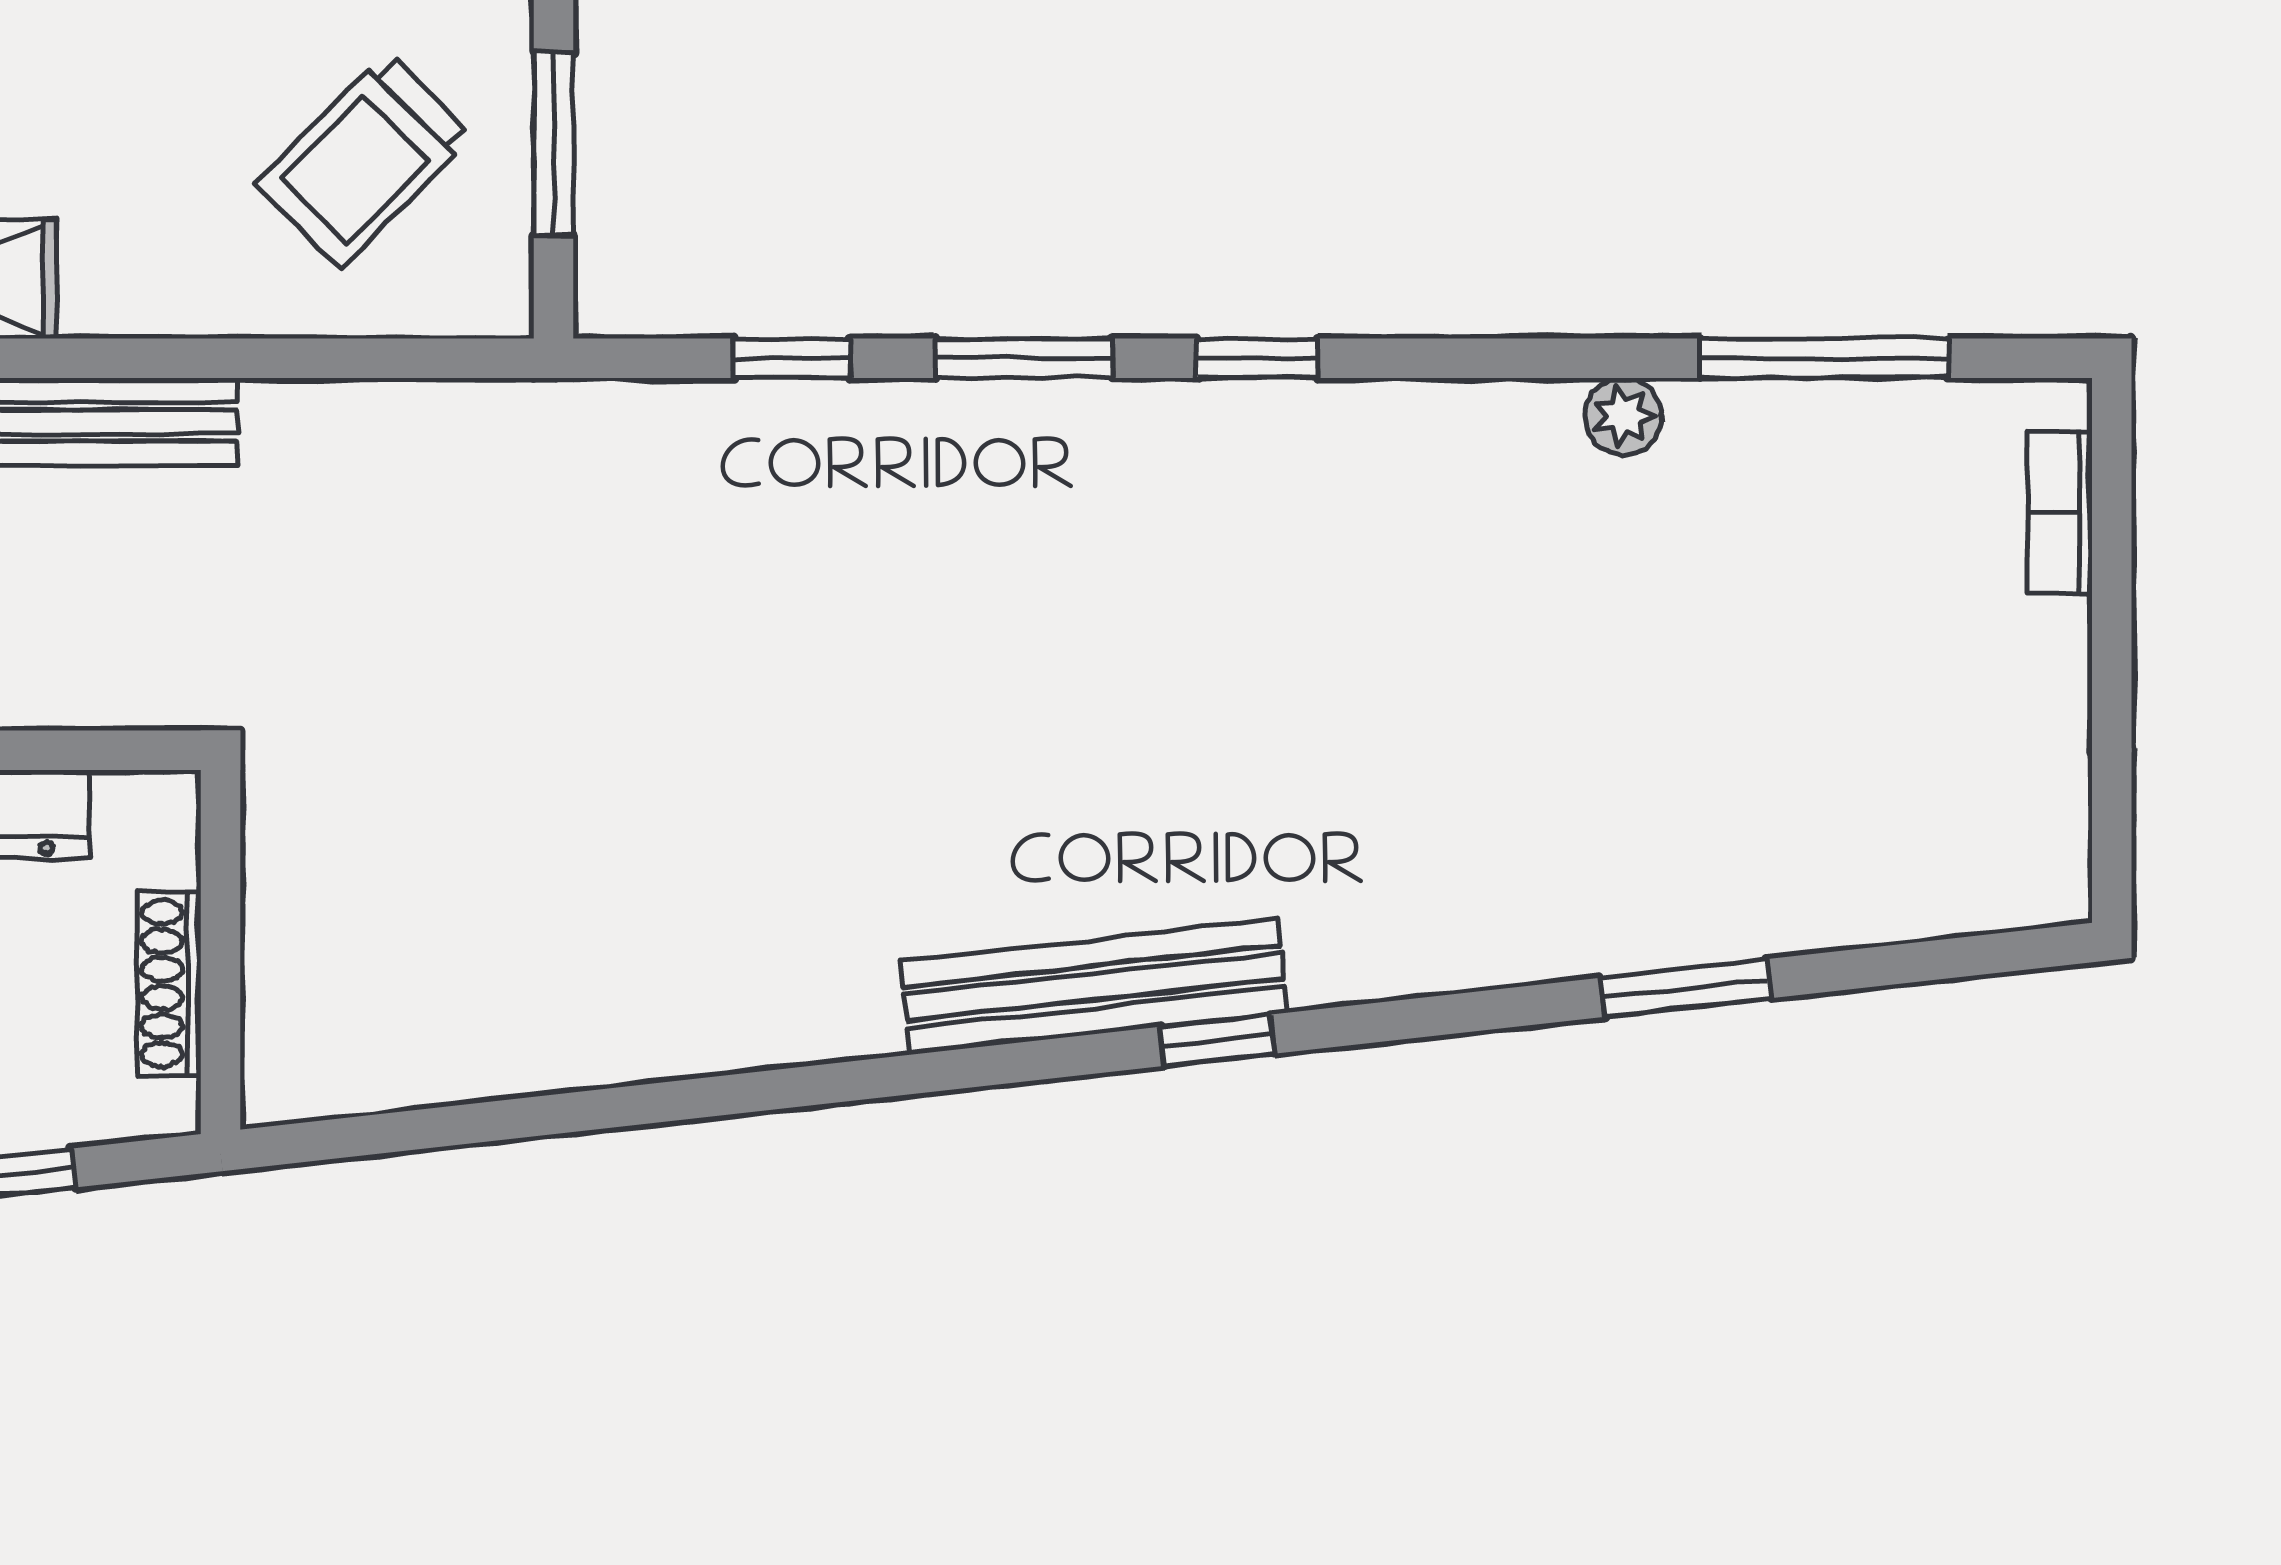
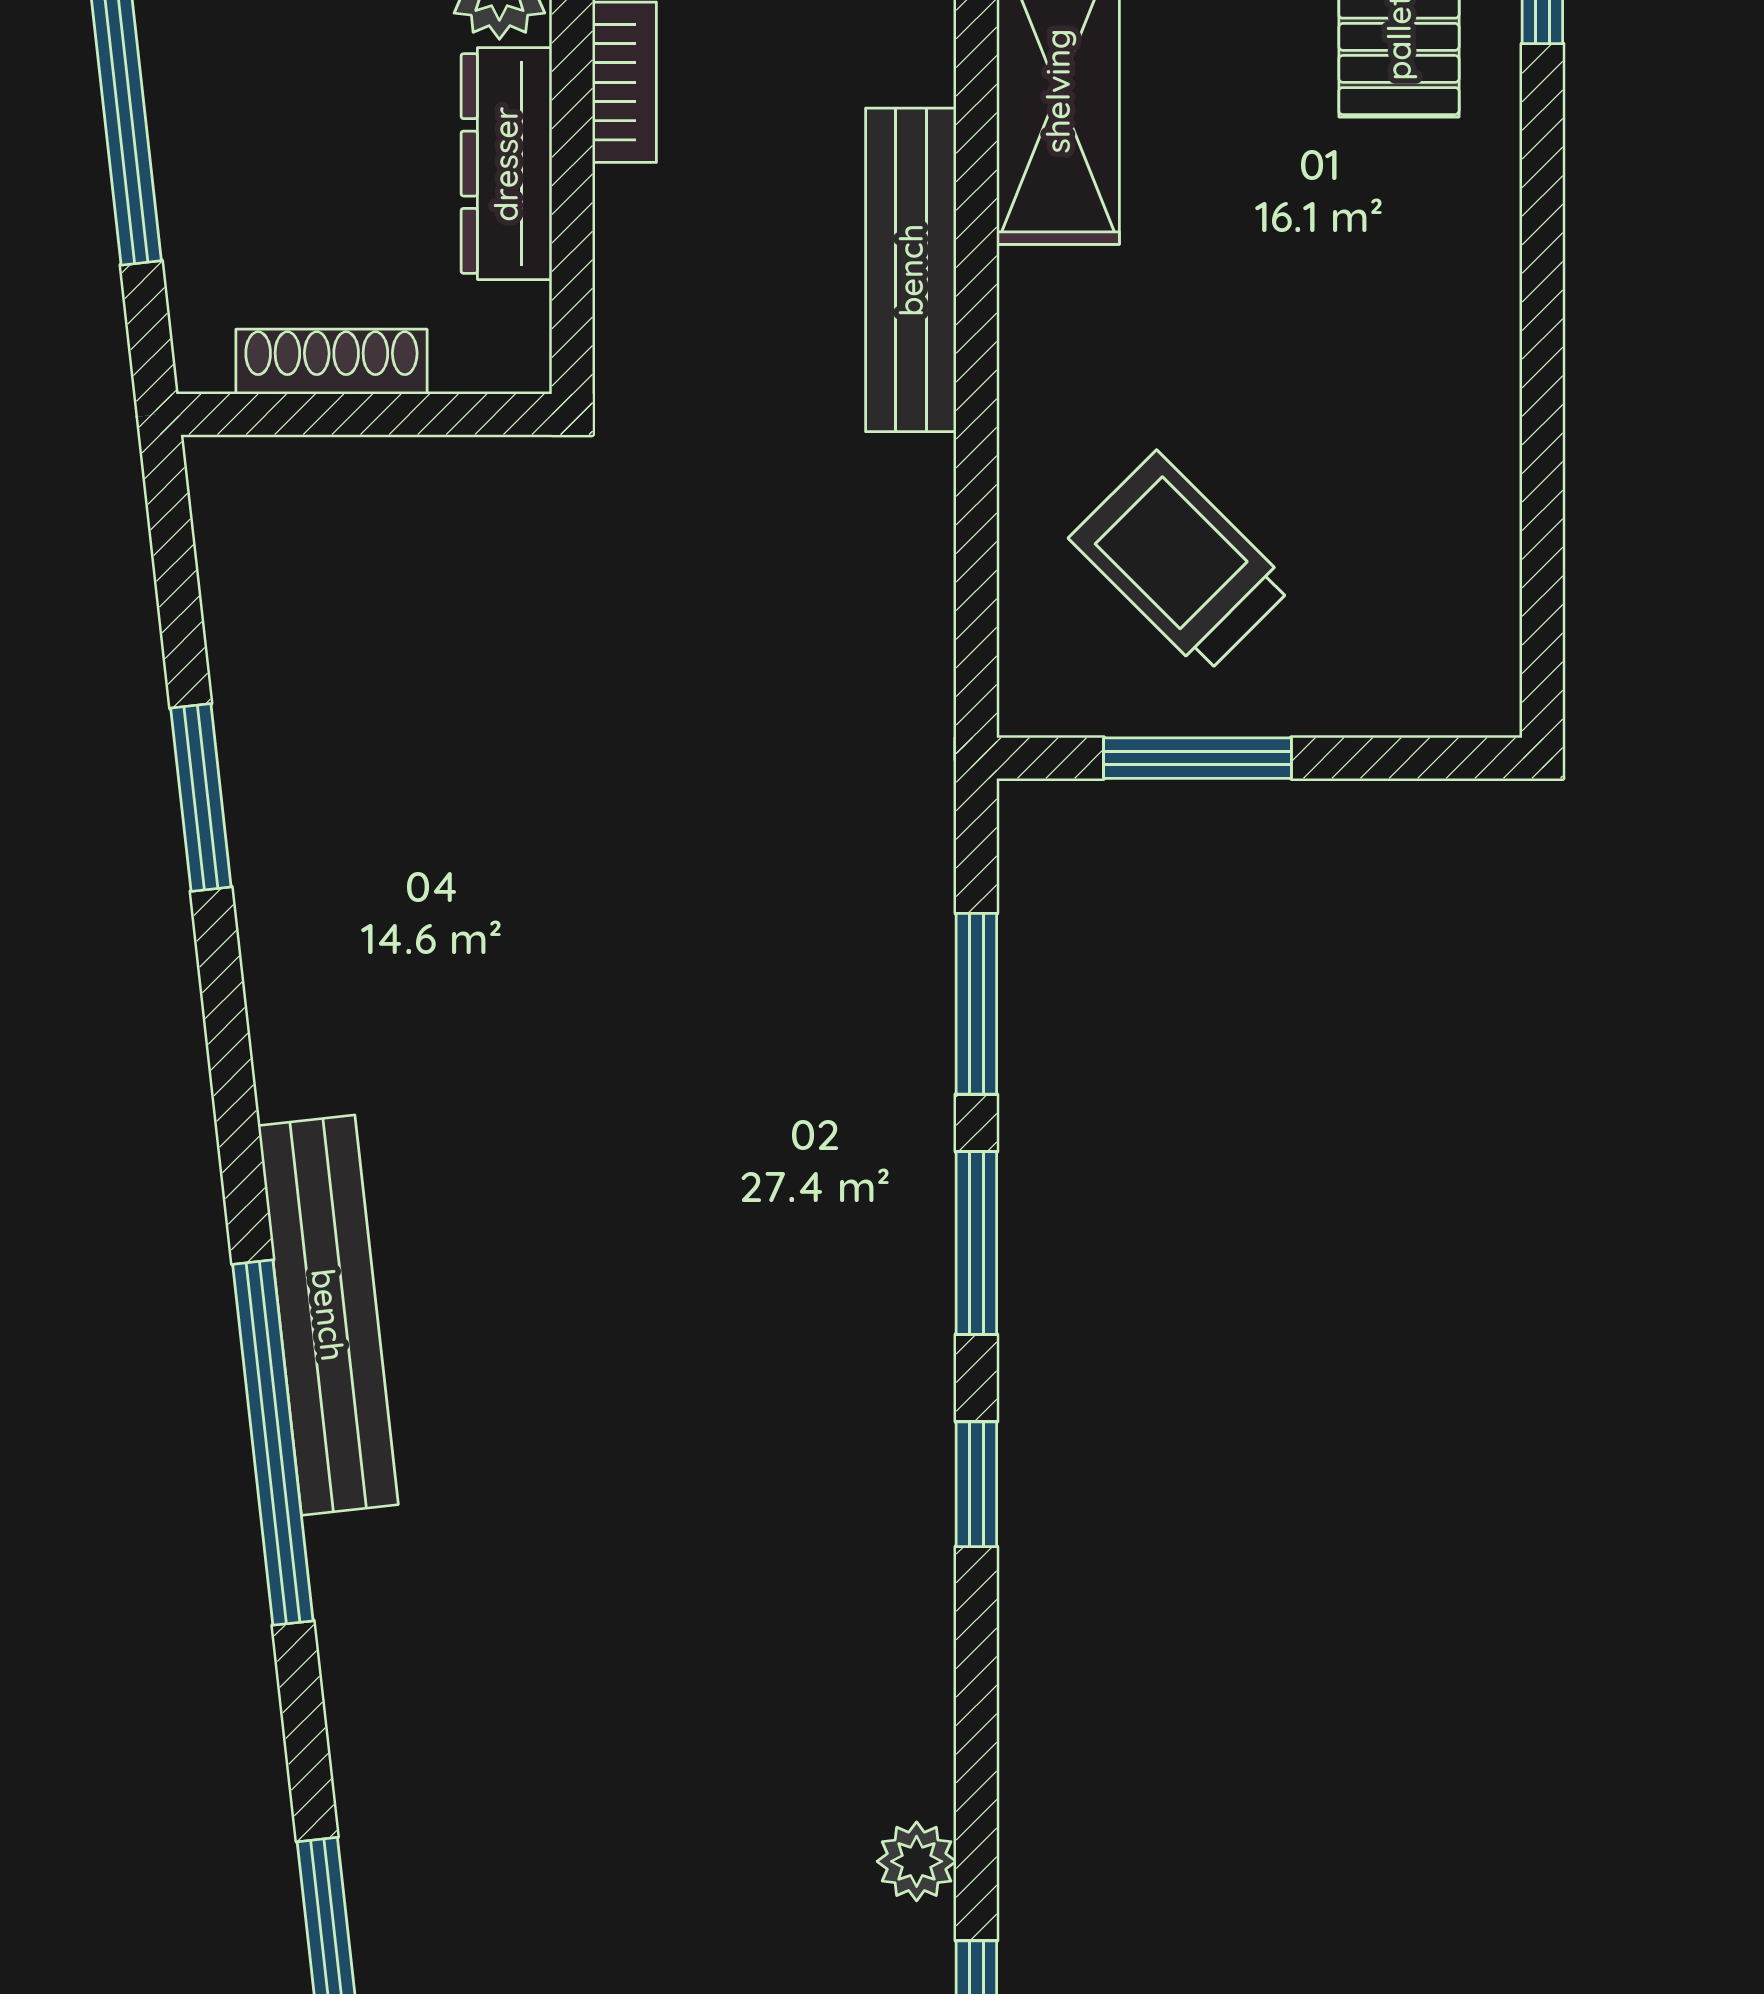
window: (792, 358) -> (976, 1004), width x1.50
window: (1217, 1040) -> (273, 1443), width x3.17
window: (592, 1110) -> (201, 798), added

